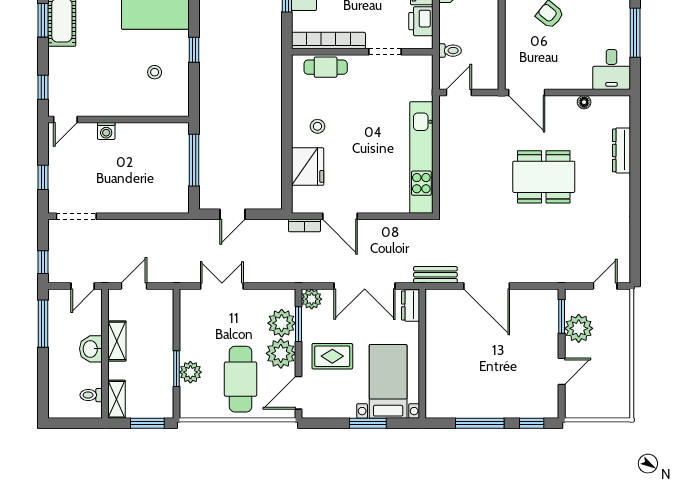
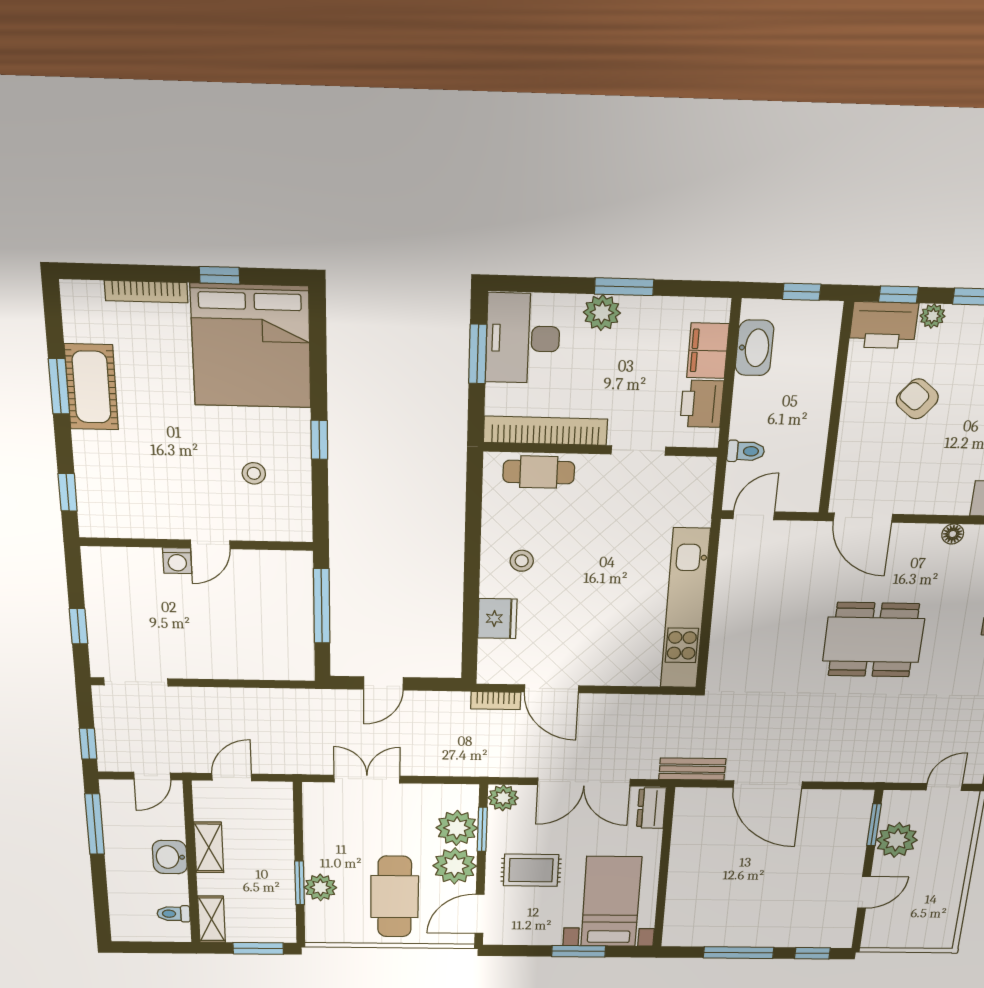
door: (65, 120) -> (210, 544), moved
fridge: (308, 167) -> (497, 619), width x0.73, depth x0.75

